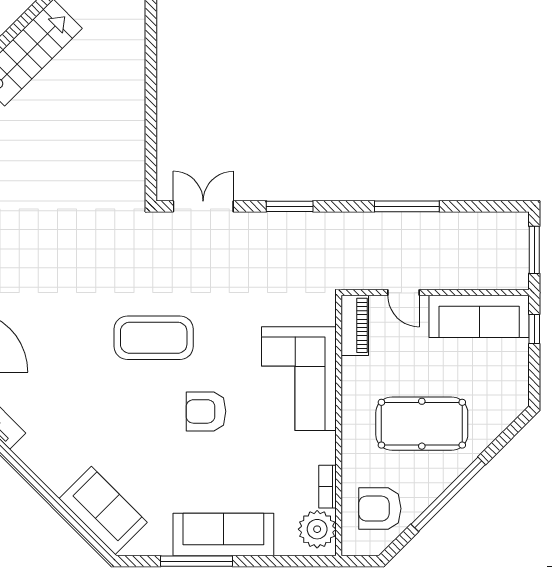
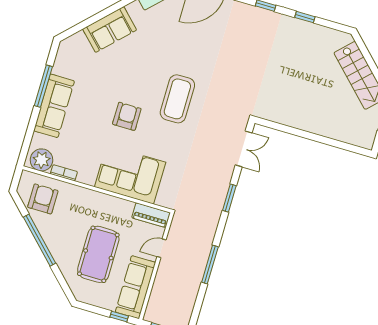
pool table: (422, 424) -> (98, 254), moved
sofa: (103, 511) -> (110, 29), moved

